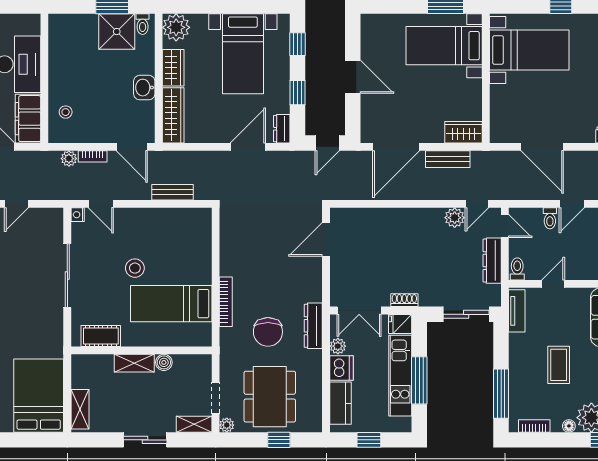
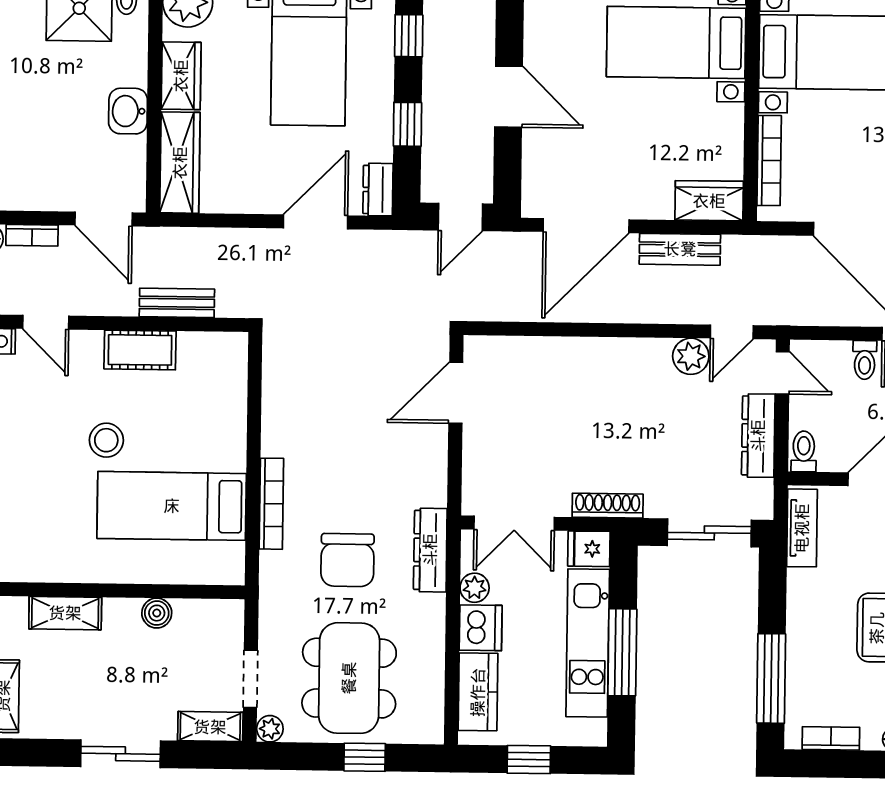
bookcase: (496, 110) -> (769, 160), added
shoe rack: (404, 300) -> (608, 506), width x1.43
cot: (101, 336) -> (140, 350), moved
shelving: (134, 363) -> (65, 613), moved

